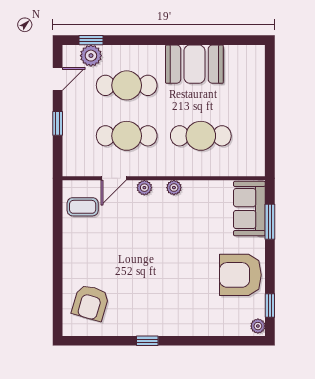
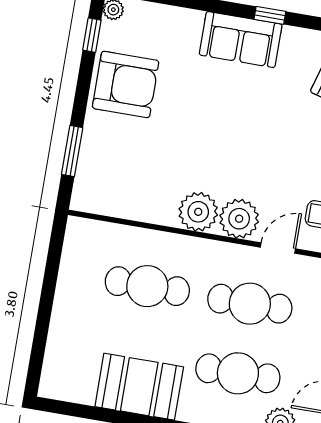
plant: (144, 188) -> (239, 219), width x1.87, depth x1.87
plant: (174, 188) -> (198, 212), width x1.88, depth x1.88
sofa: (249, 209) -> (241, 40), moved, turned 90

